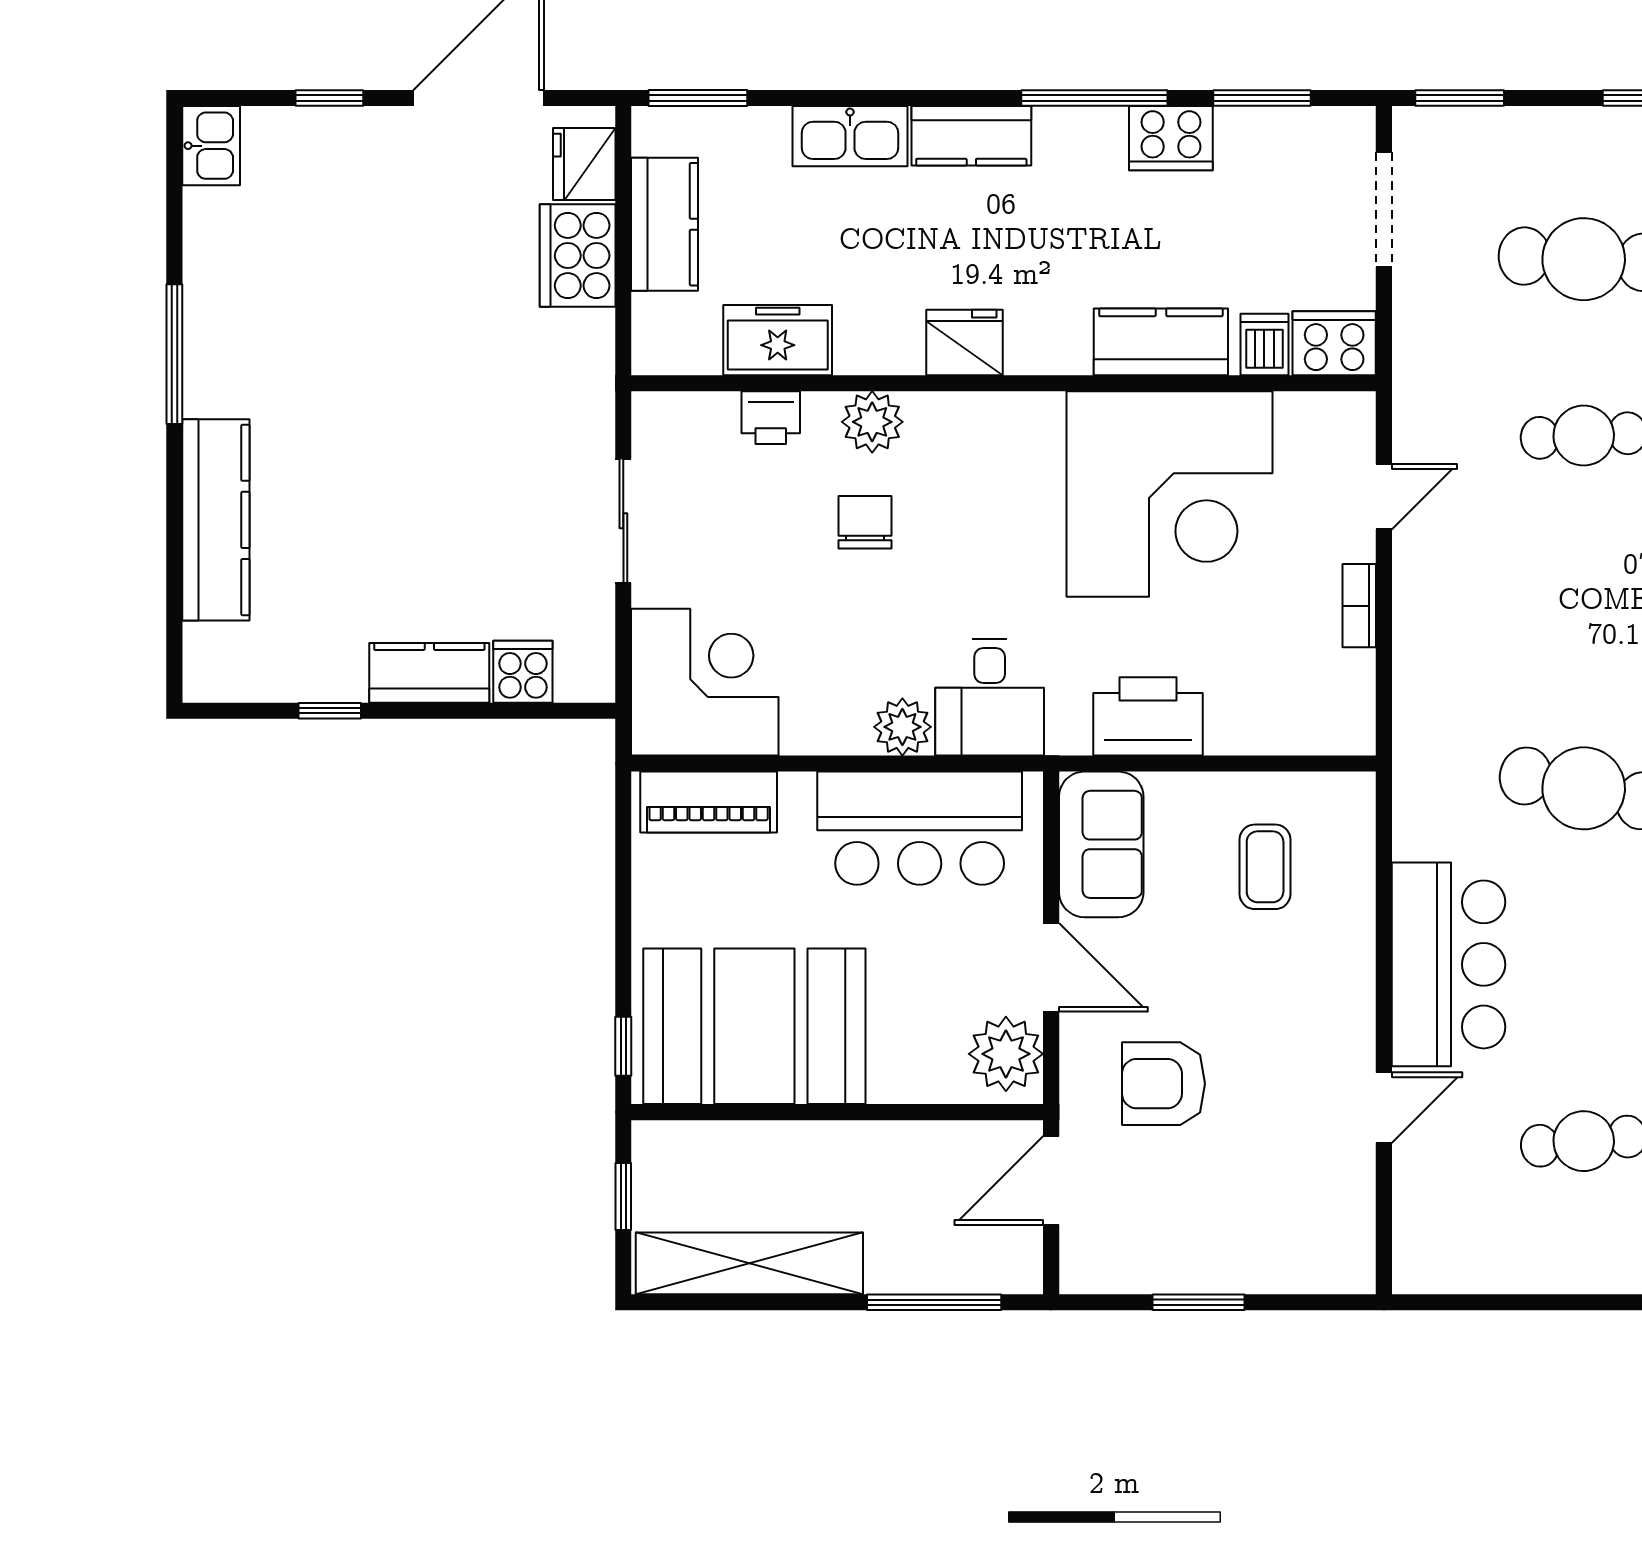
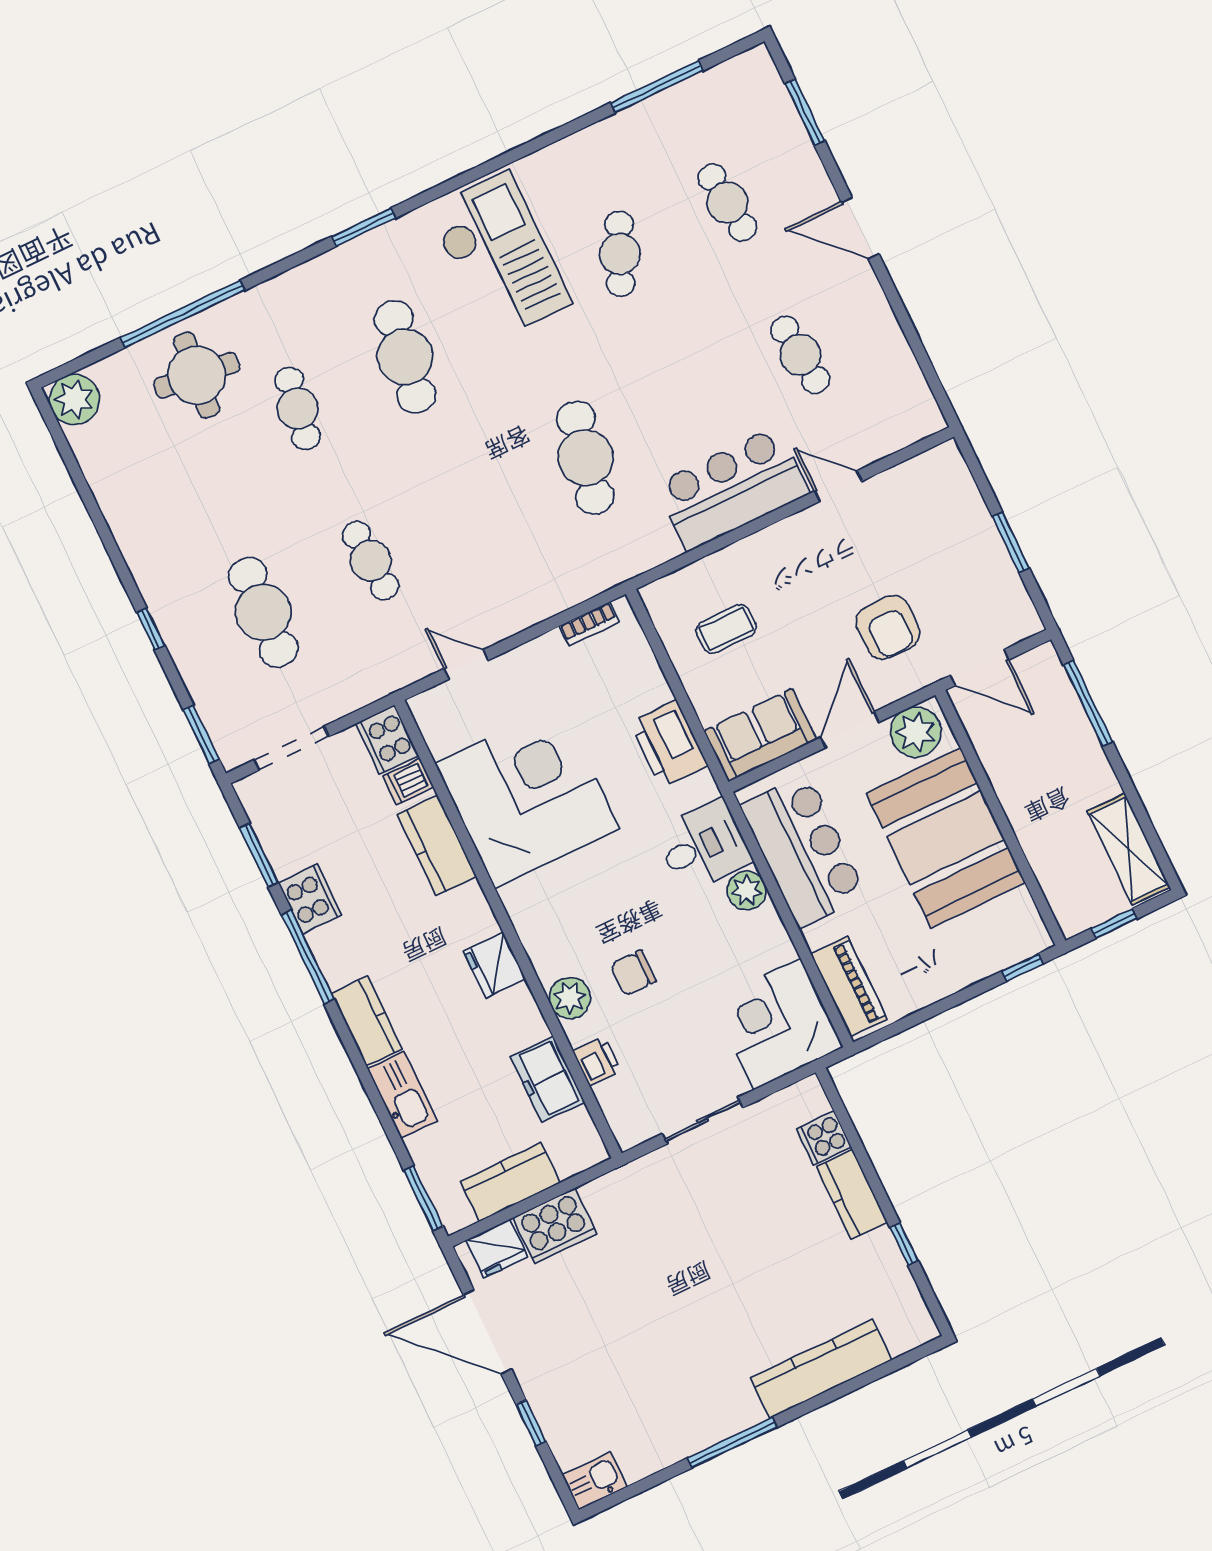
bookcase: (1359, 606) -> (589, 624), moved
booth: (754, 1026) -> (946, 838), moved
shelving: (749, 1263) -> (1129, 849), width x0.68

